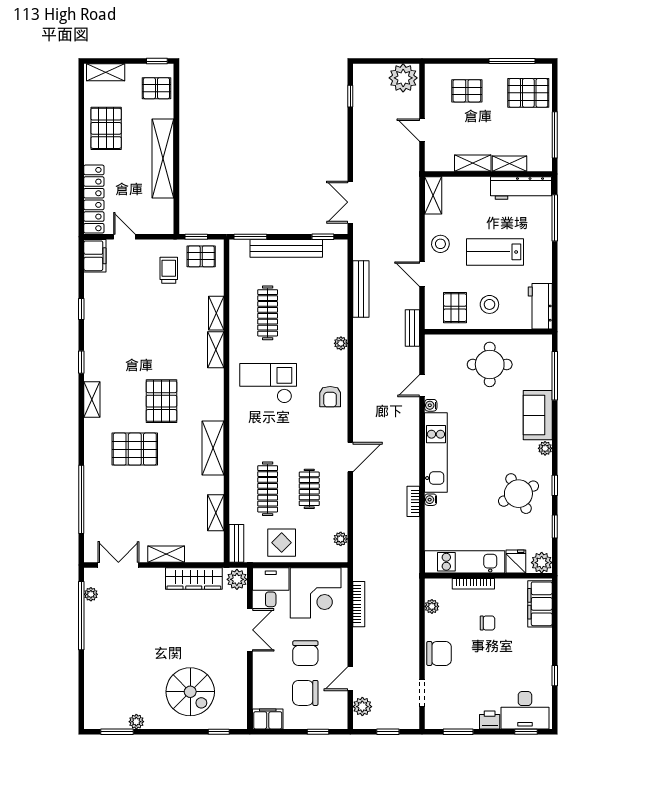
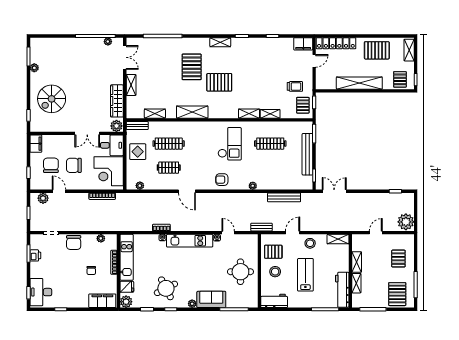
printer: (490, 720) -> (35, 255), moved

